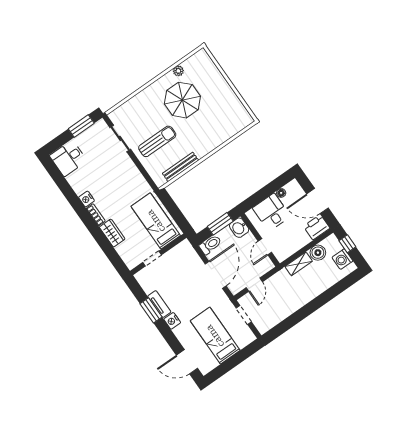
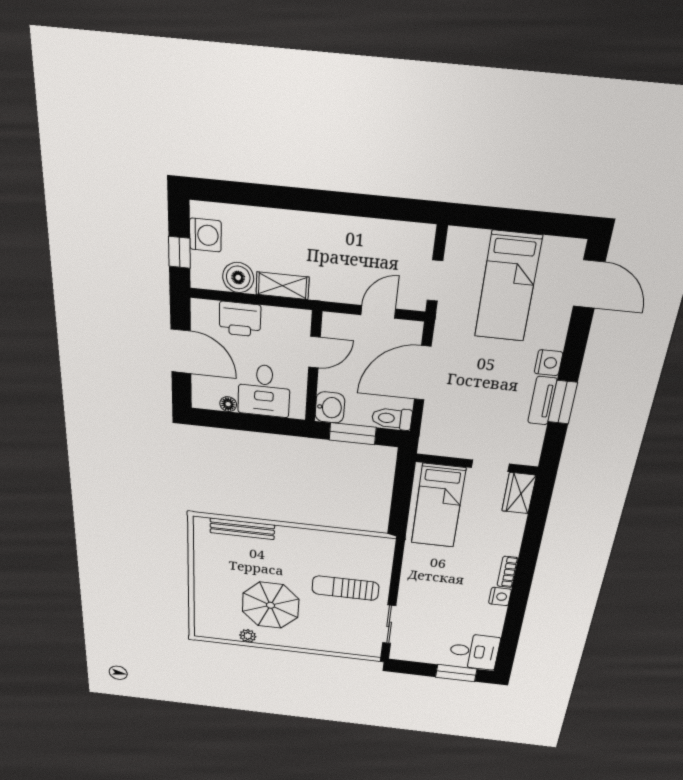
window: (81, 126) -> (456, 673), moved
bench: (180, 167) -> (242, 529), moved
printer: (317, 227) -> (240, 319), moved
wardrobe: (112, 233) -> (519, 493), moved

